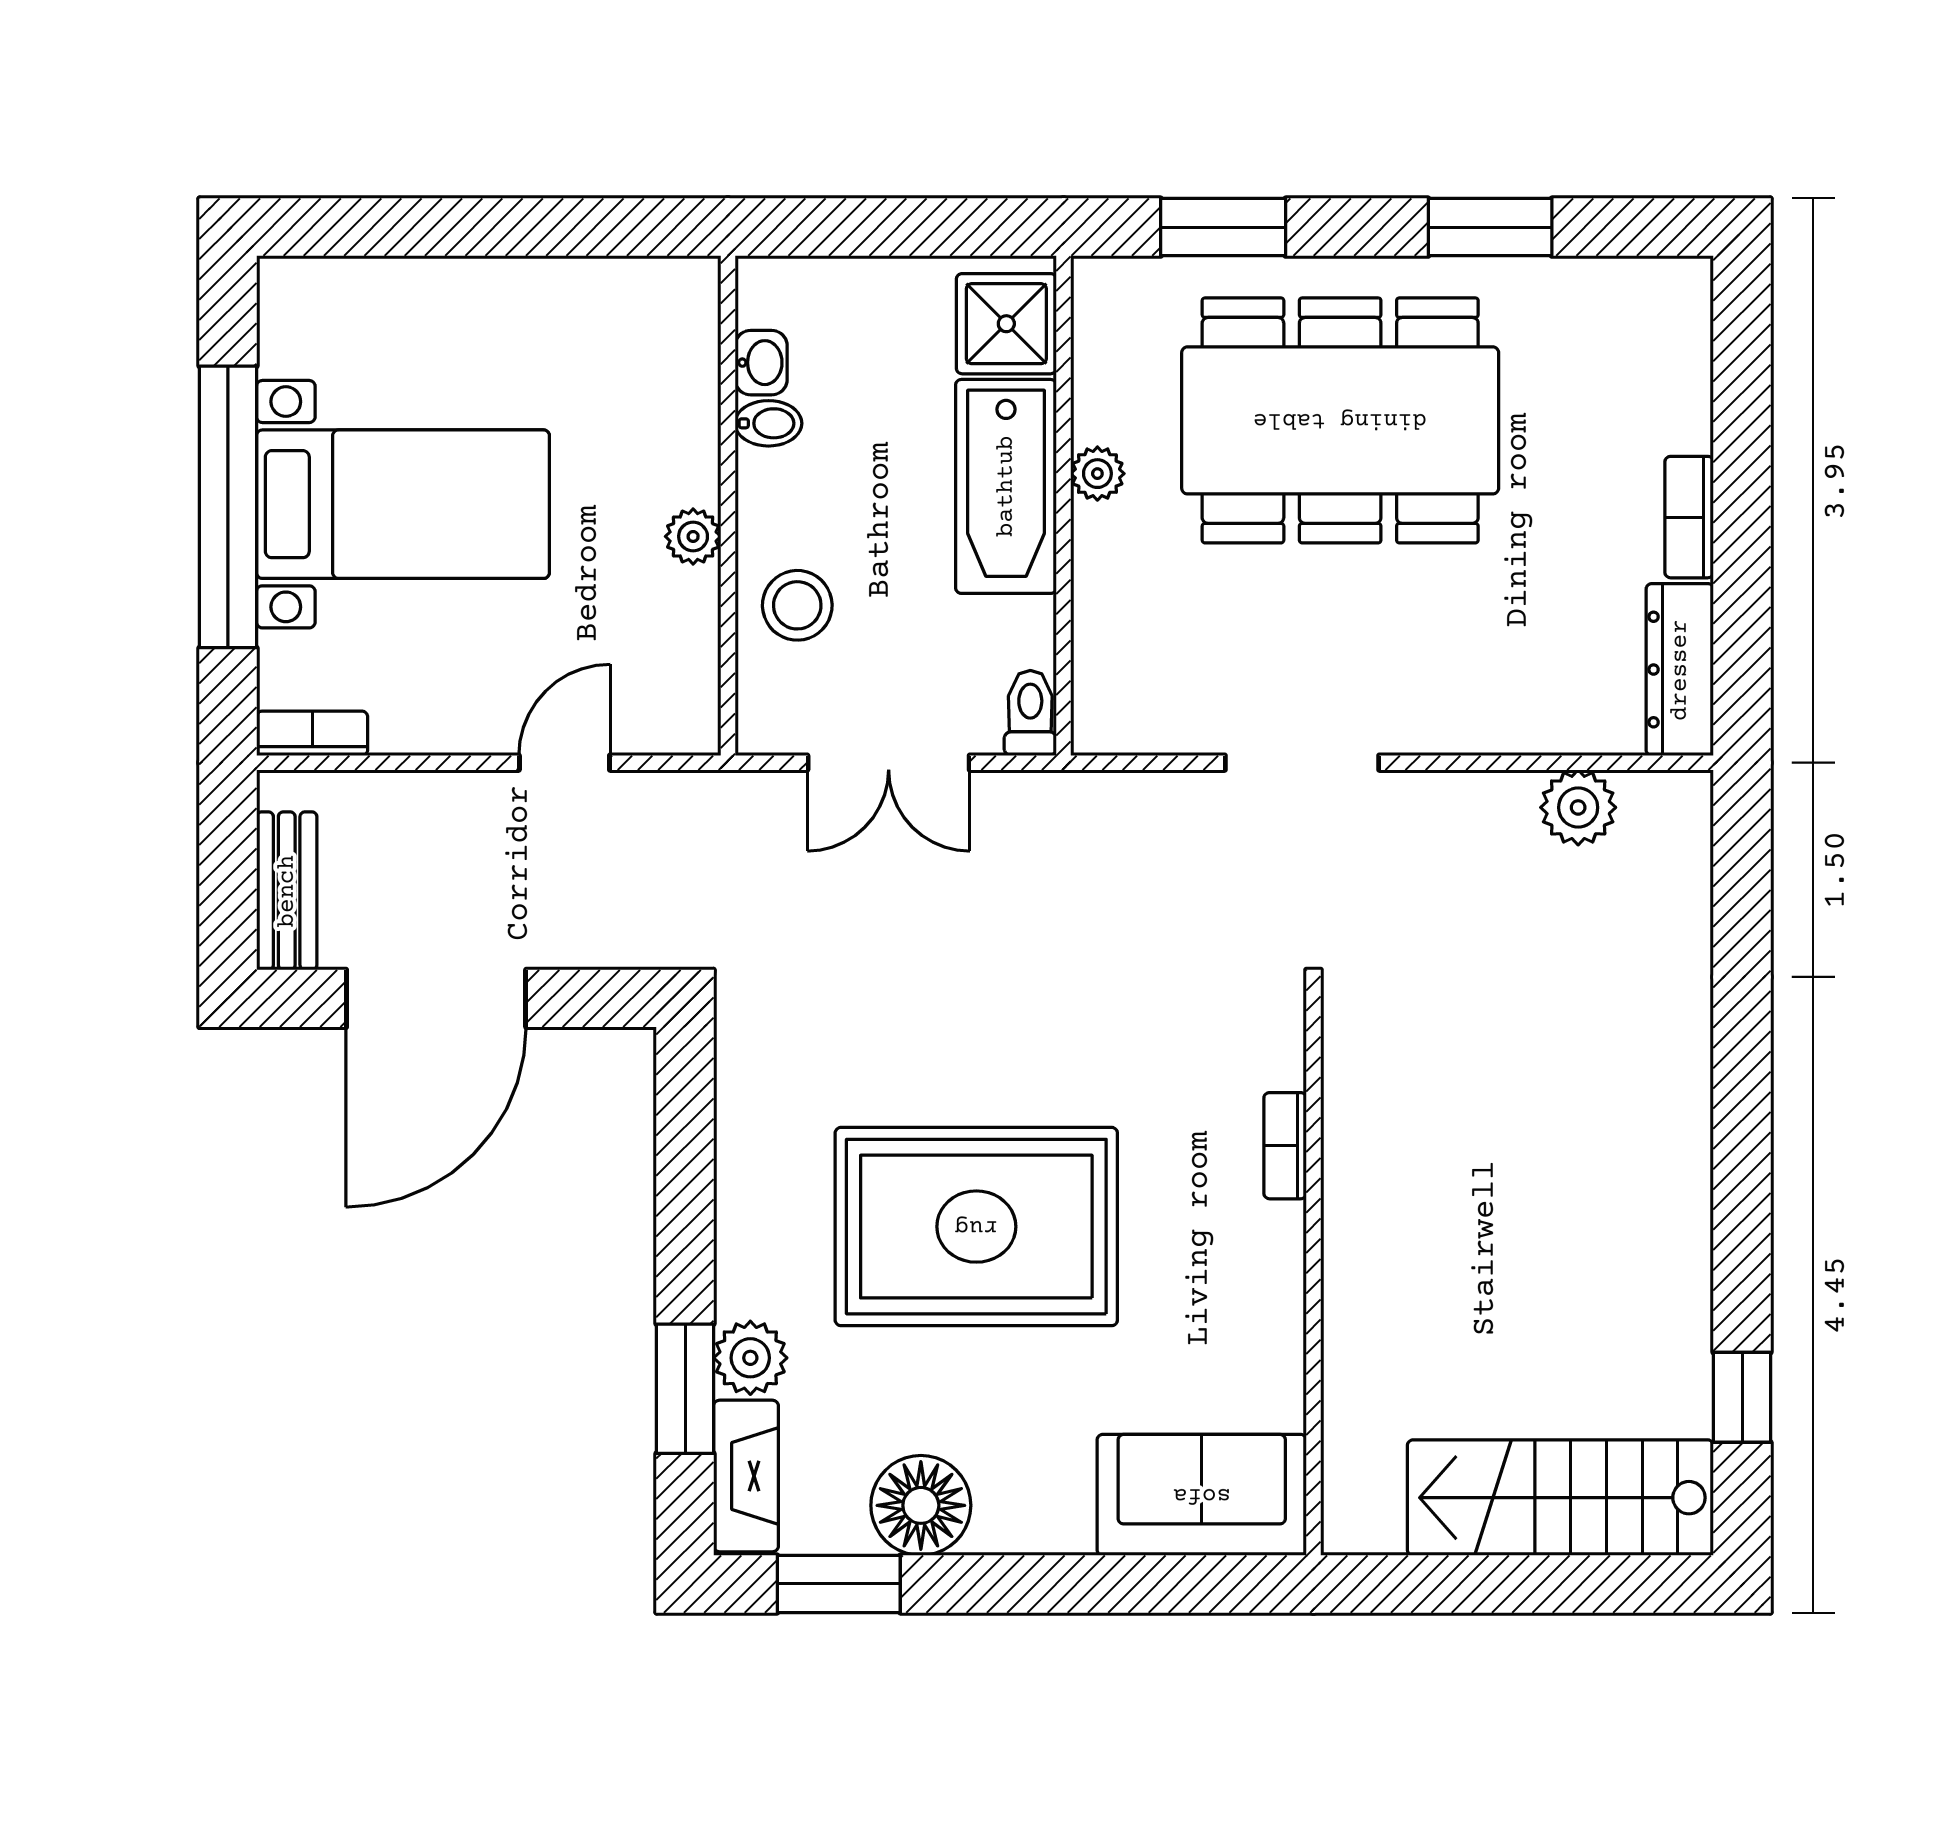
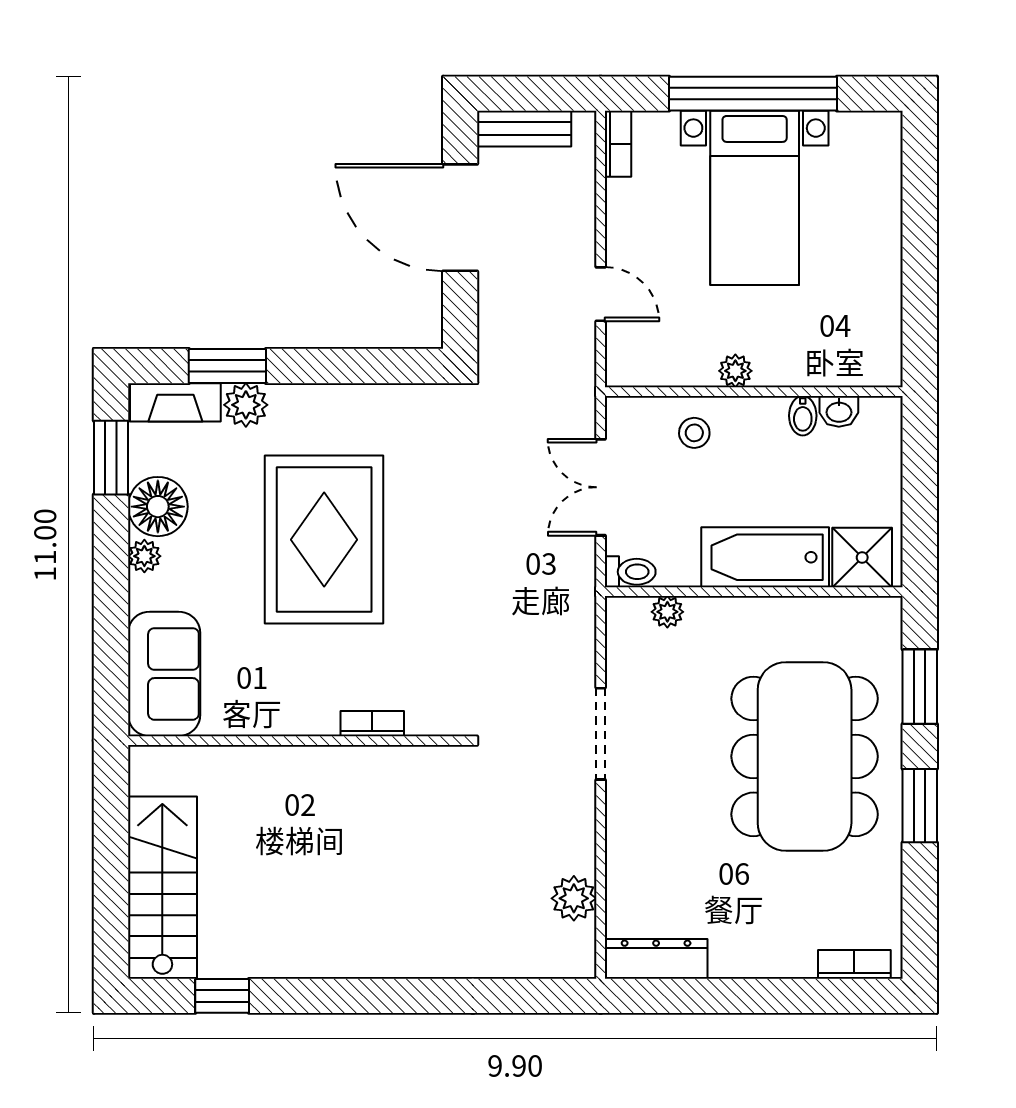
window: (1490, 227) -> (920, 806), moved
plant: (1097, 474) -> (667, 612), moved
bookcase: (1689, 517) -> (854, 964), moved
stool: (797, 605) -> (694, 433), width x0.73, depth x0.73
plant: (1004, 1528) -> (144, 556), added

